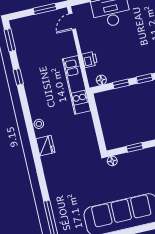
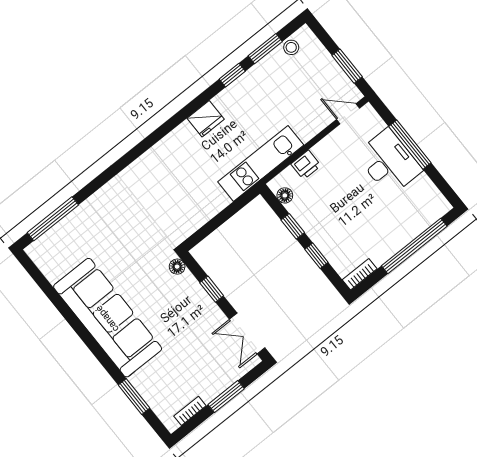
window: (10, 40) -> (265, 49), moved
stool: (39, 124) -> (291, 47), moved
fridge: (45, 146) -> (206, 119), moved

